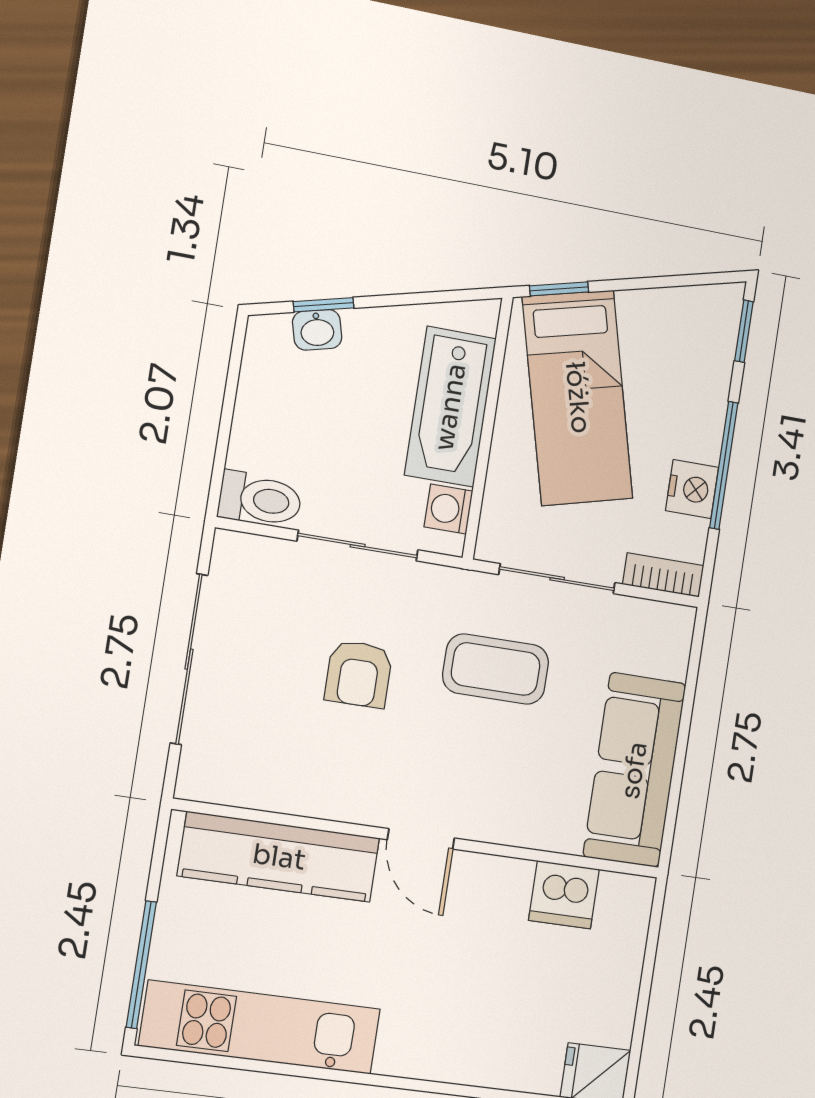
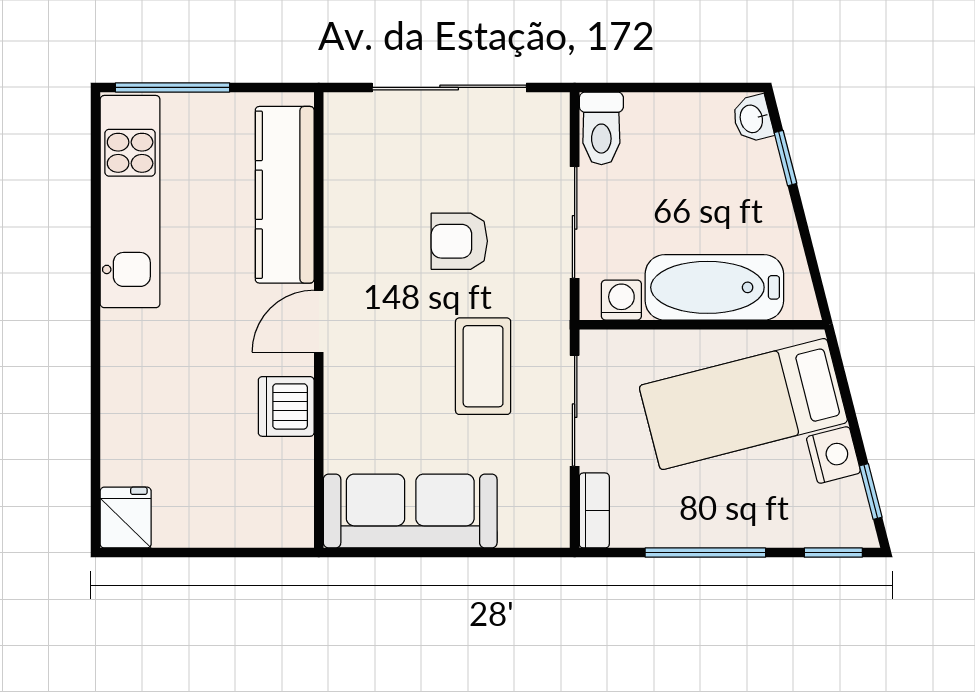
window: (559, 289) -> (871, 492), moved
washbasin: (317, 330) -> (752, 119), moved
nightstand: (692, 489) -> (833, 455), moved, turned -104
dishwasher: (564, 895) -> (286, 406), moved

